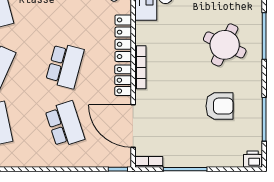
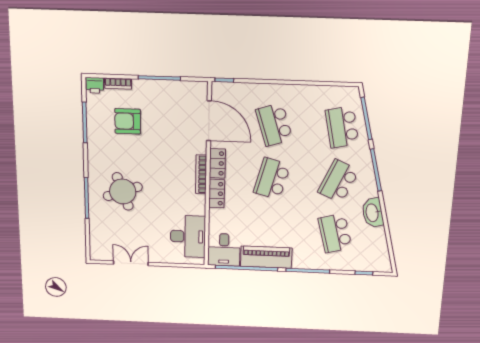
locker: (123, 38) -> (217, 194), width x0.66
round table: (225, 45) -> (123, 191), turned 45
armchair: (220, 106) -> (128, 121), moved
bookcase: (149, 162) -> (118, 84), moved

